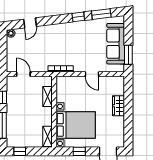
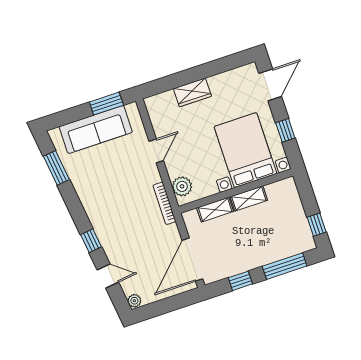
window: (78, 17) -> (91, 241), moved
door: (23, 74) -> (192, 260), width x1.88
plant: (67, 82) -> (182, 186), added
shelving: (47, 136) -> (249, 199), moved

